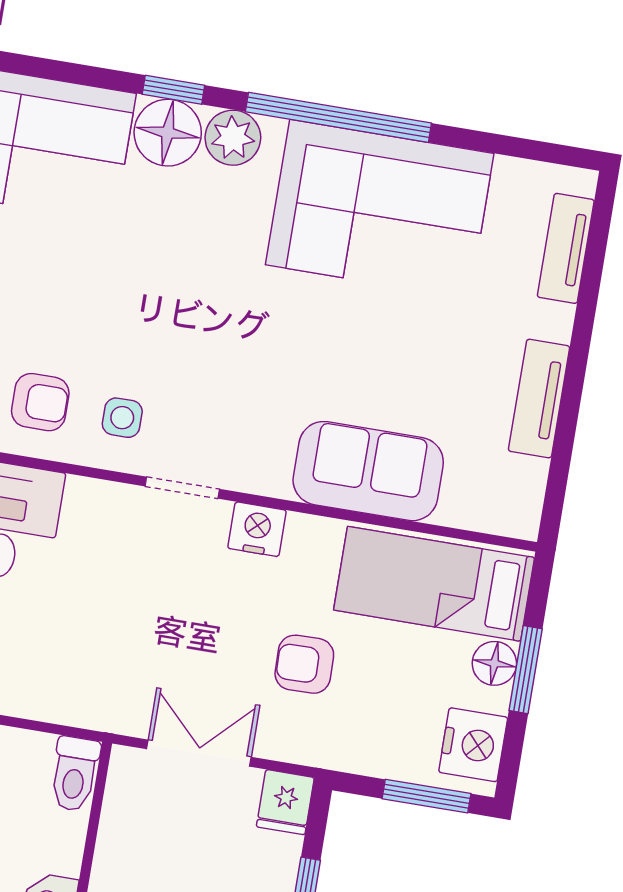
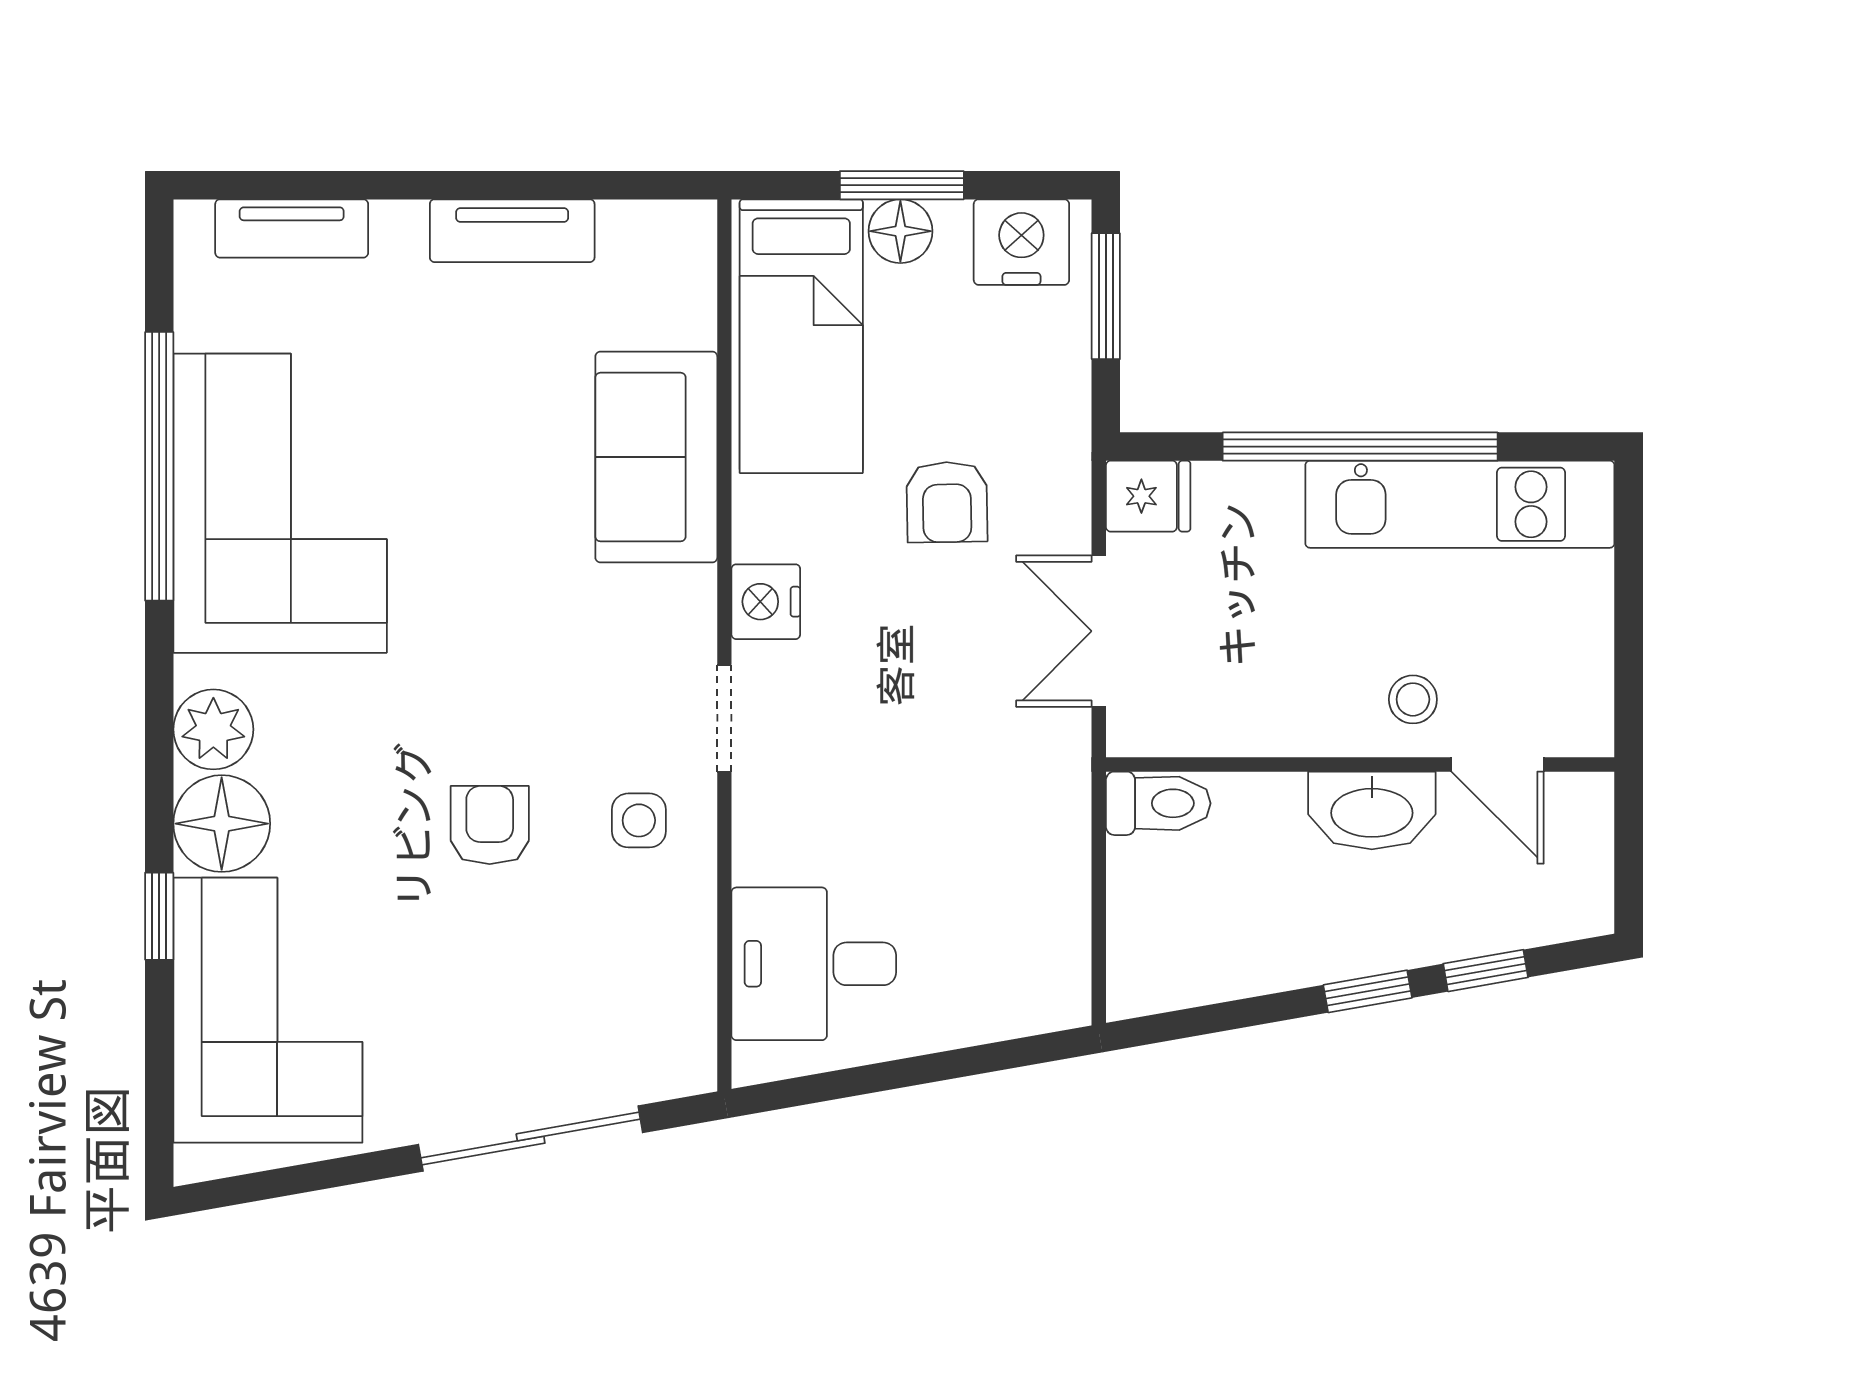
window: (173, 90) -> (159, 916), moved
window: (338, 117) -> (159, 466), moved
armchair: (40, 402) -> (490, 825), moved

